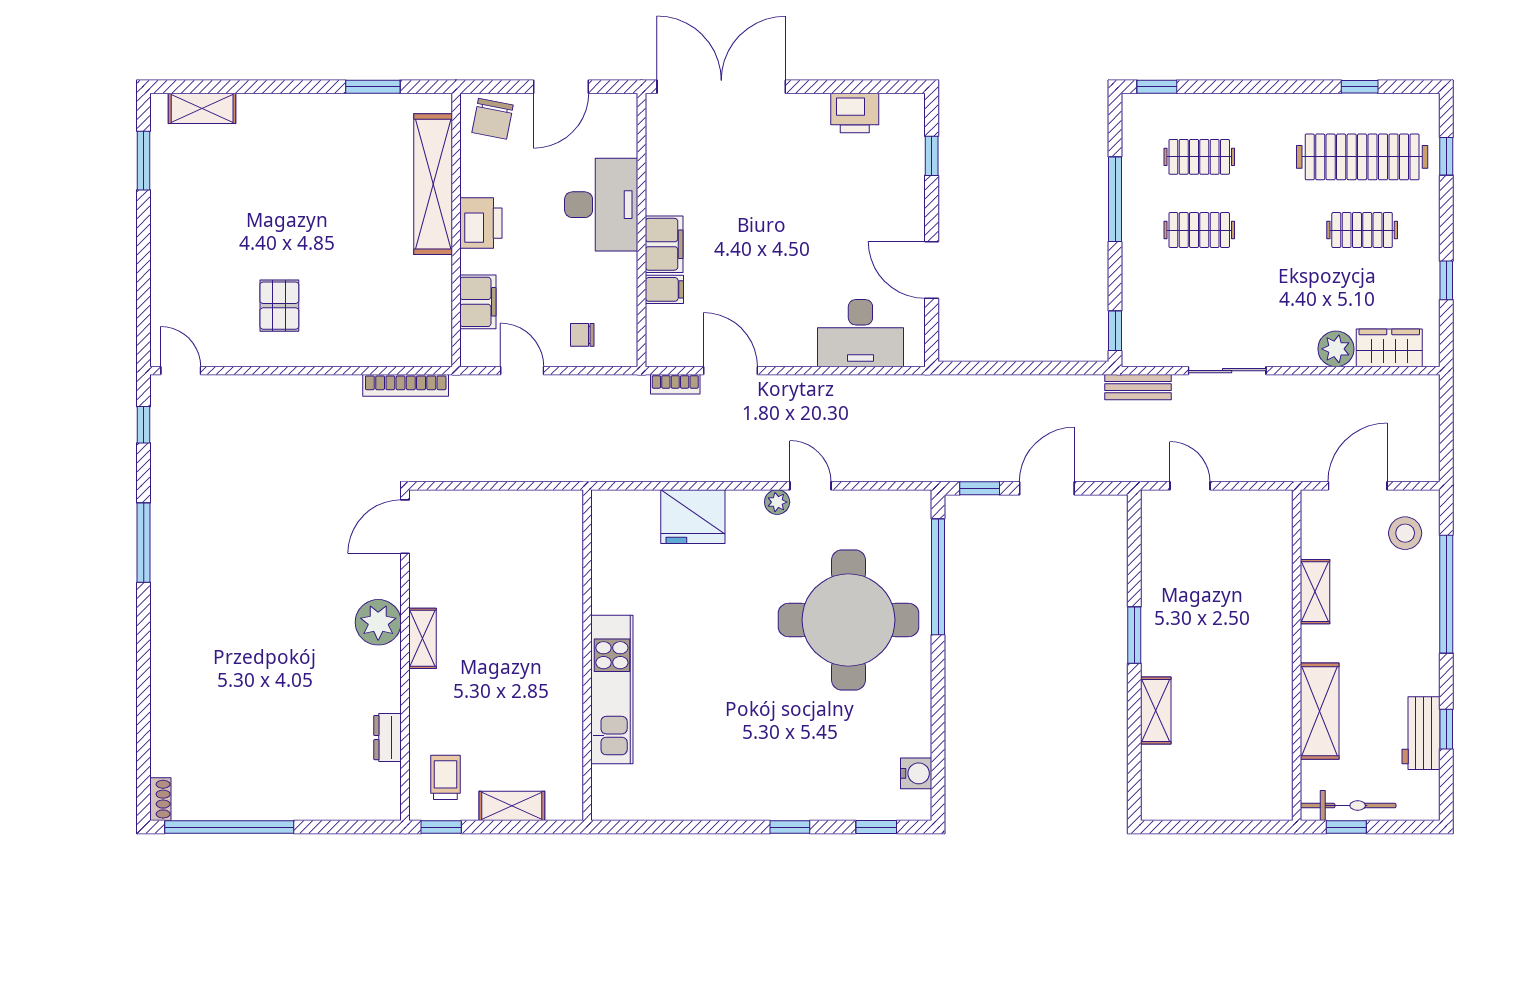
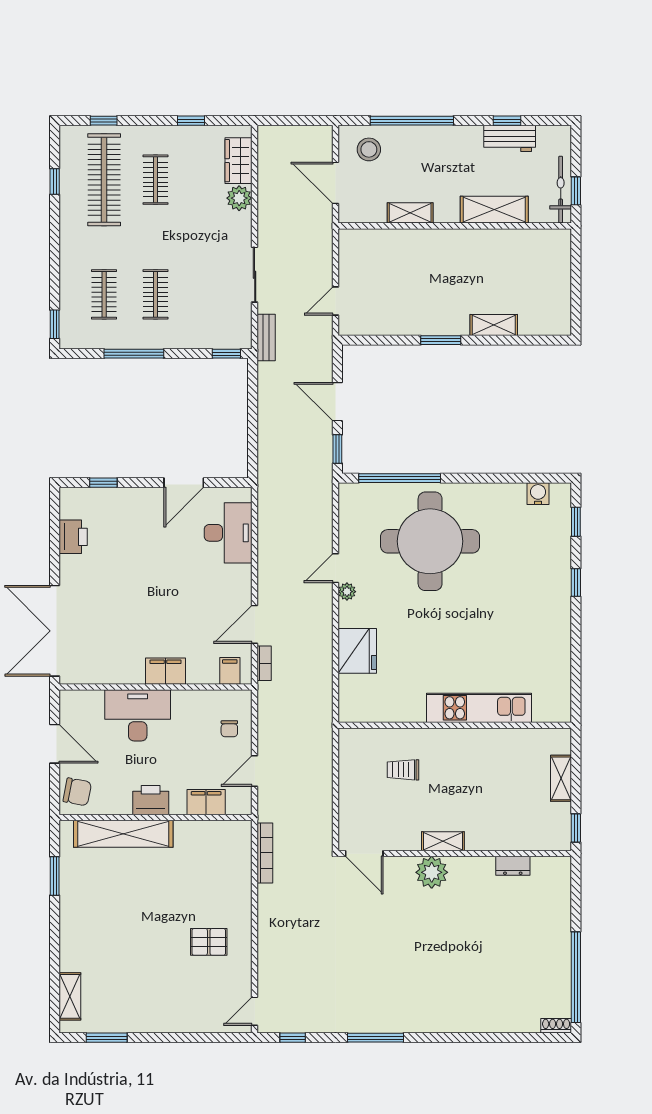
filing cabinet: (664, 289) -> (230, 671), moved
trolley: (445, 777) -> (403, 770), moved

